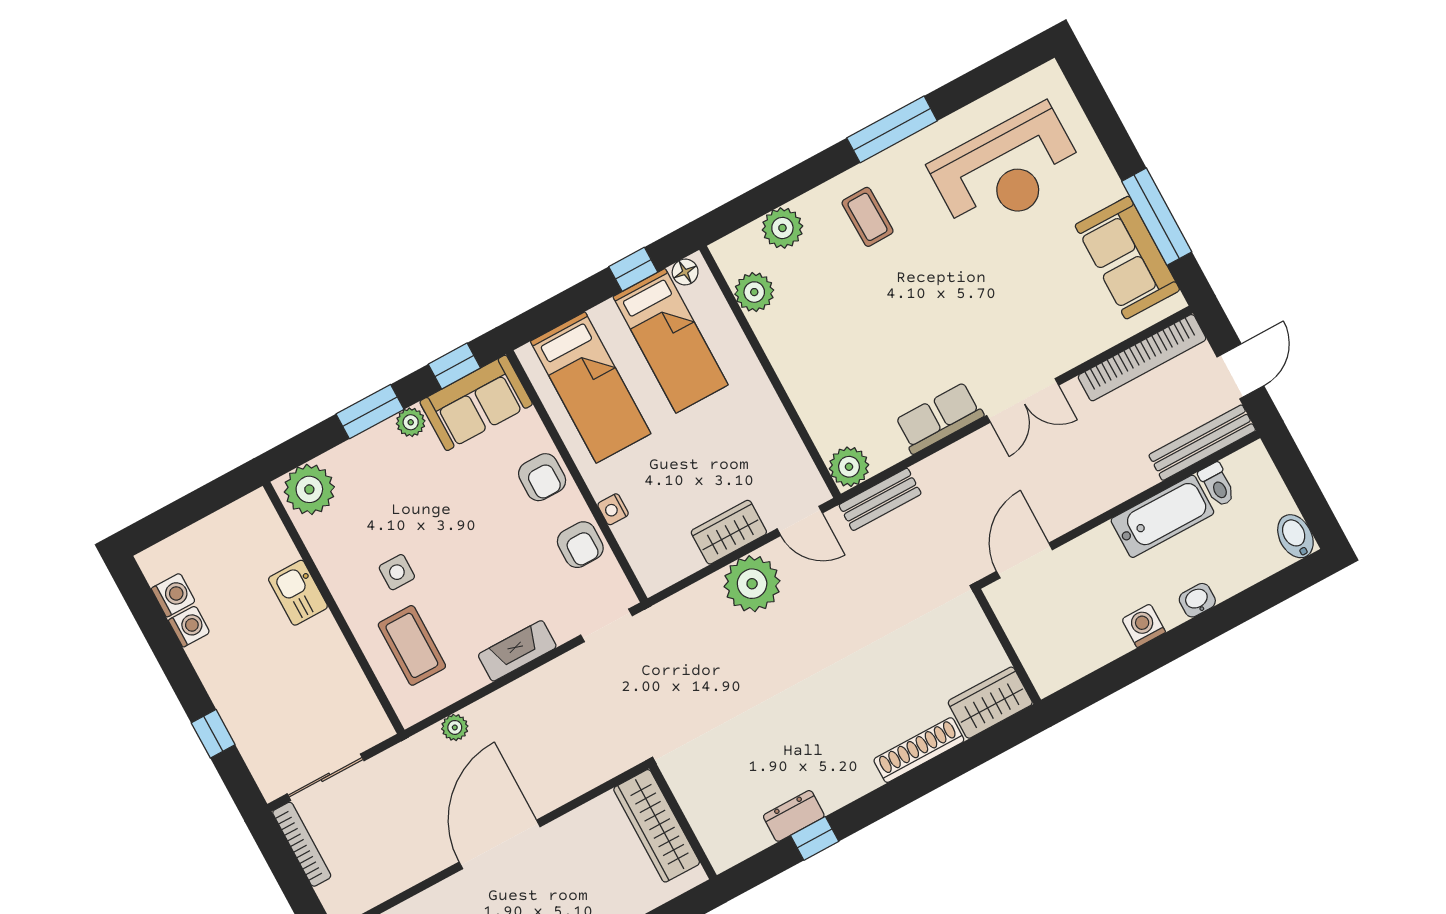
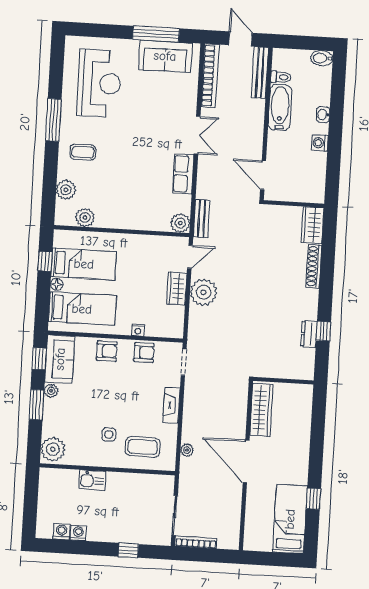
floor lamp: (685, 272) -> (57, 284), moved
wardrobe: (657, 826) -> (261, 410), moved, turned -90

